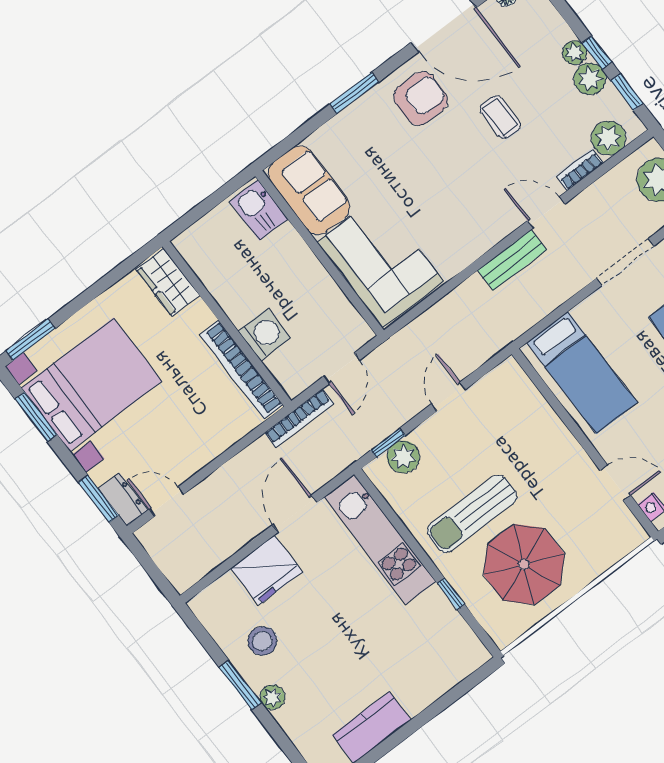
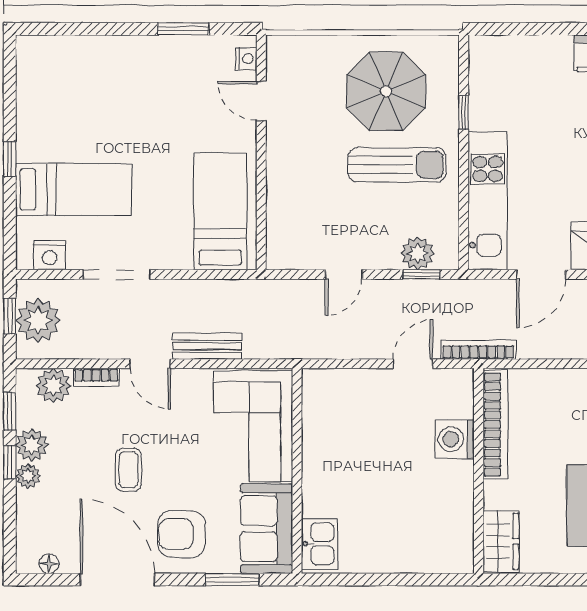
sofa: (309, 190) -> (267, 529), moved
kitchen sink: (259, 210) -> (320, 544), moved
wall: (320, 253) -> (297, 471), moved
corner sofa: (380, 262) -> (253, 426), moved

